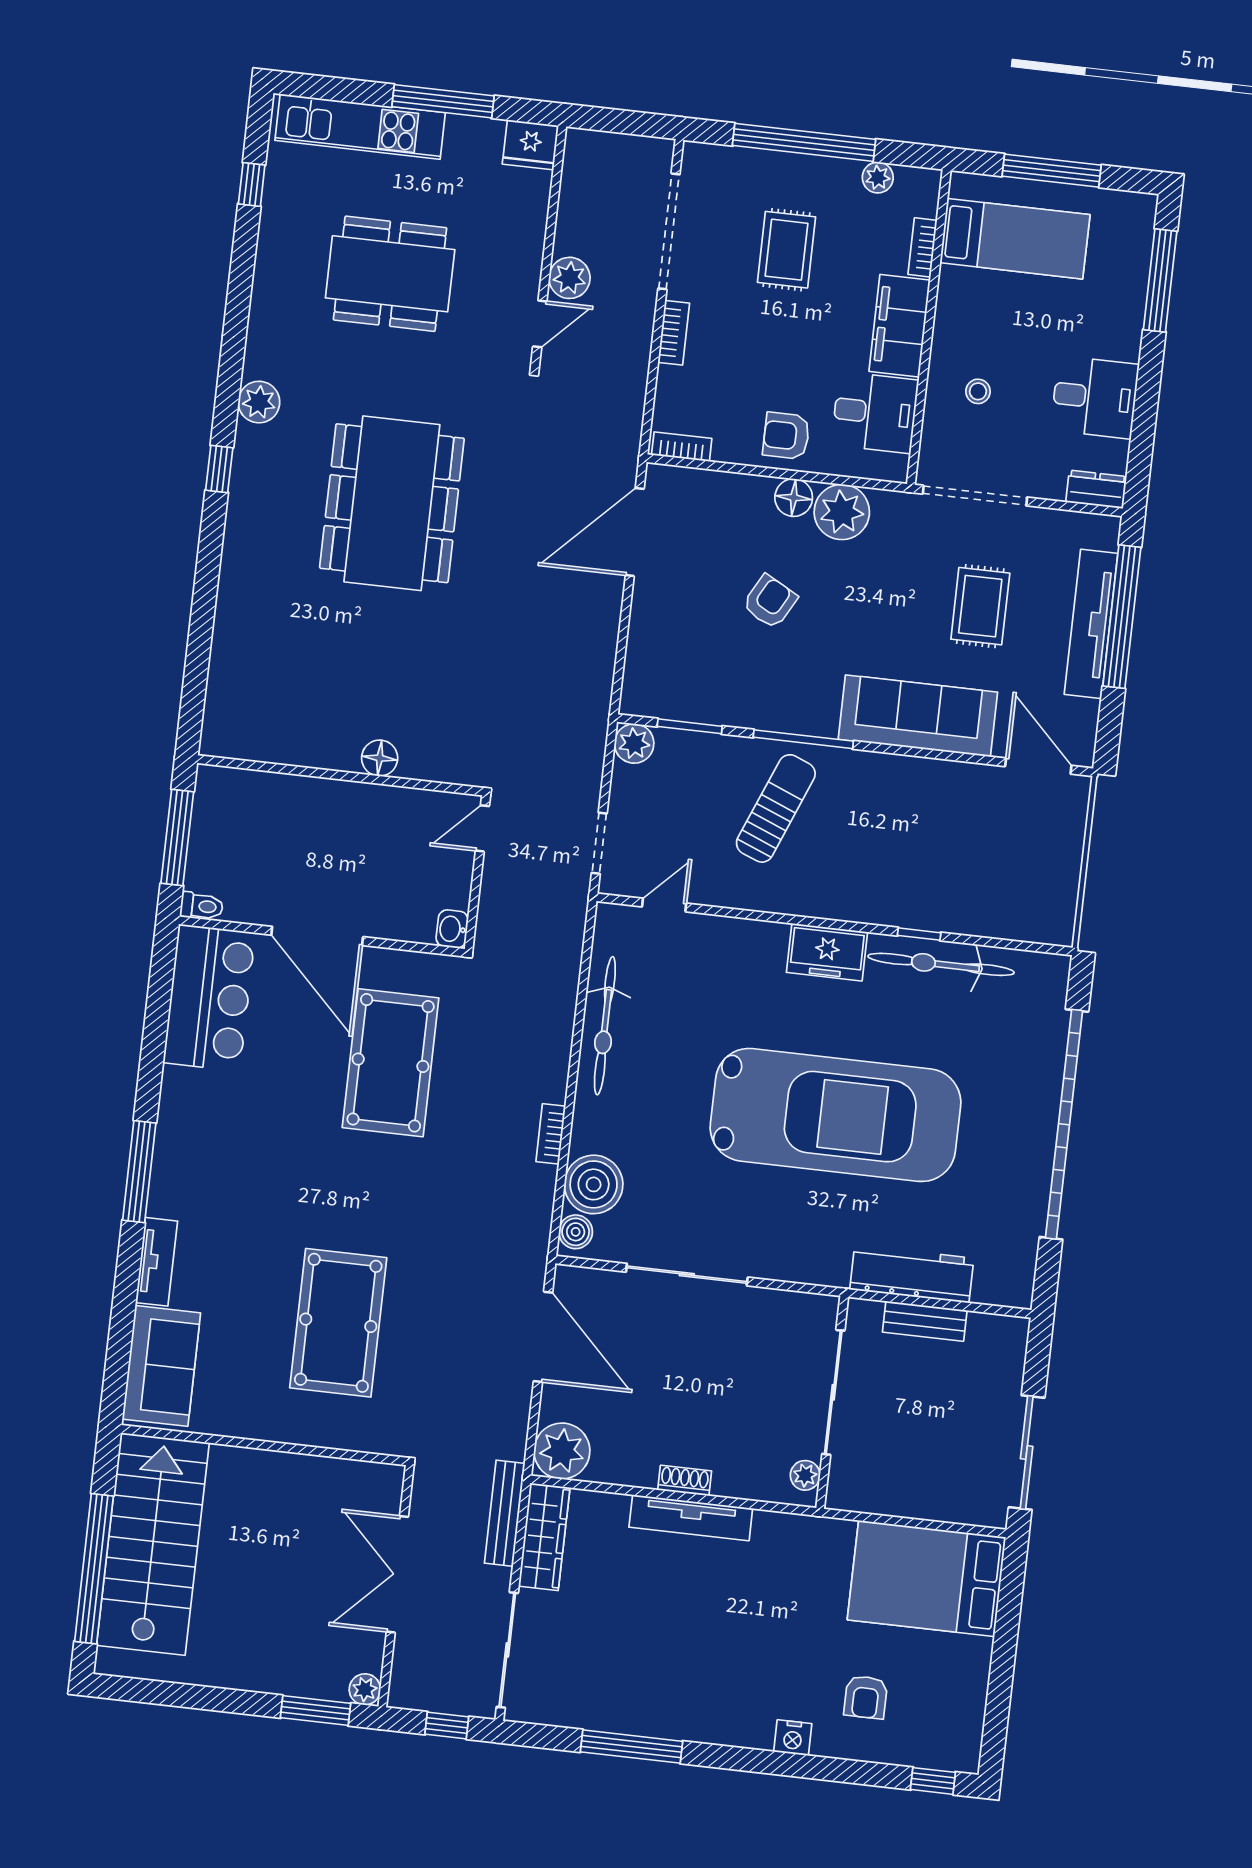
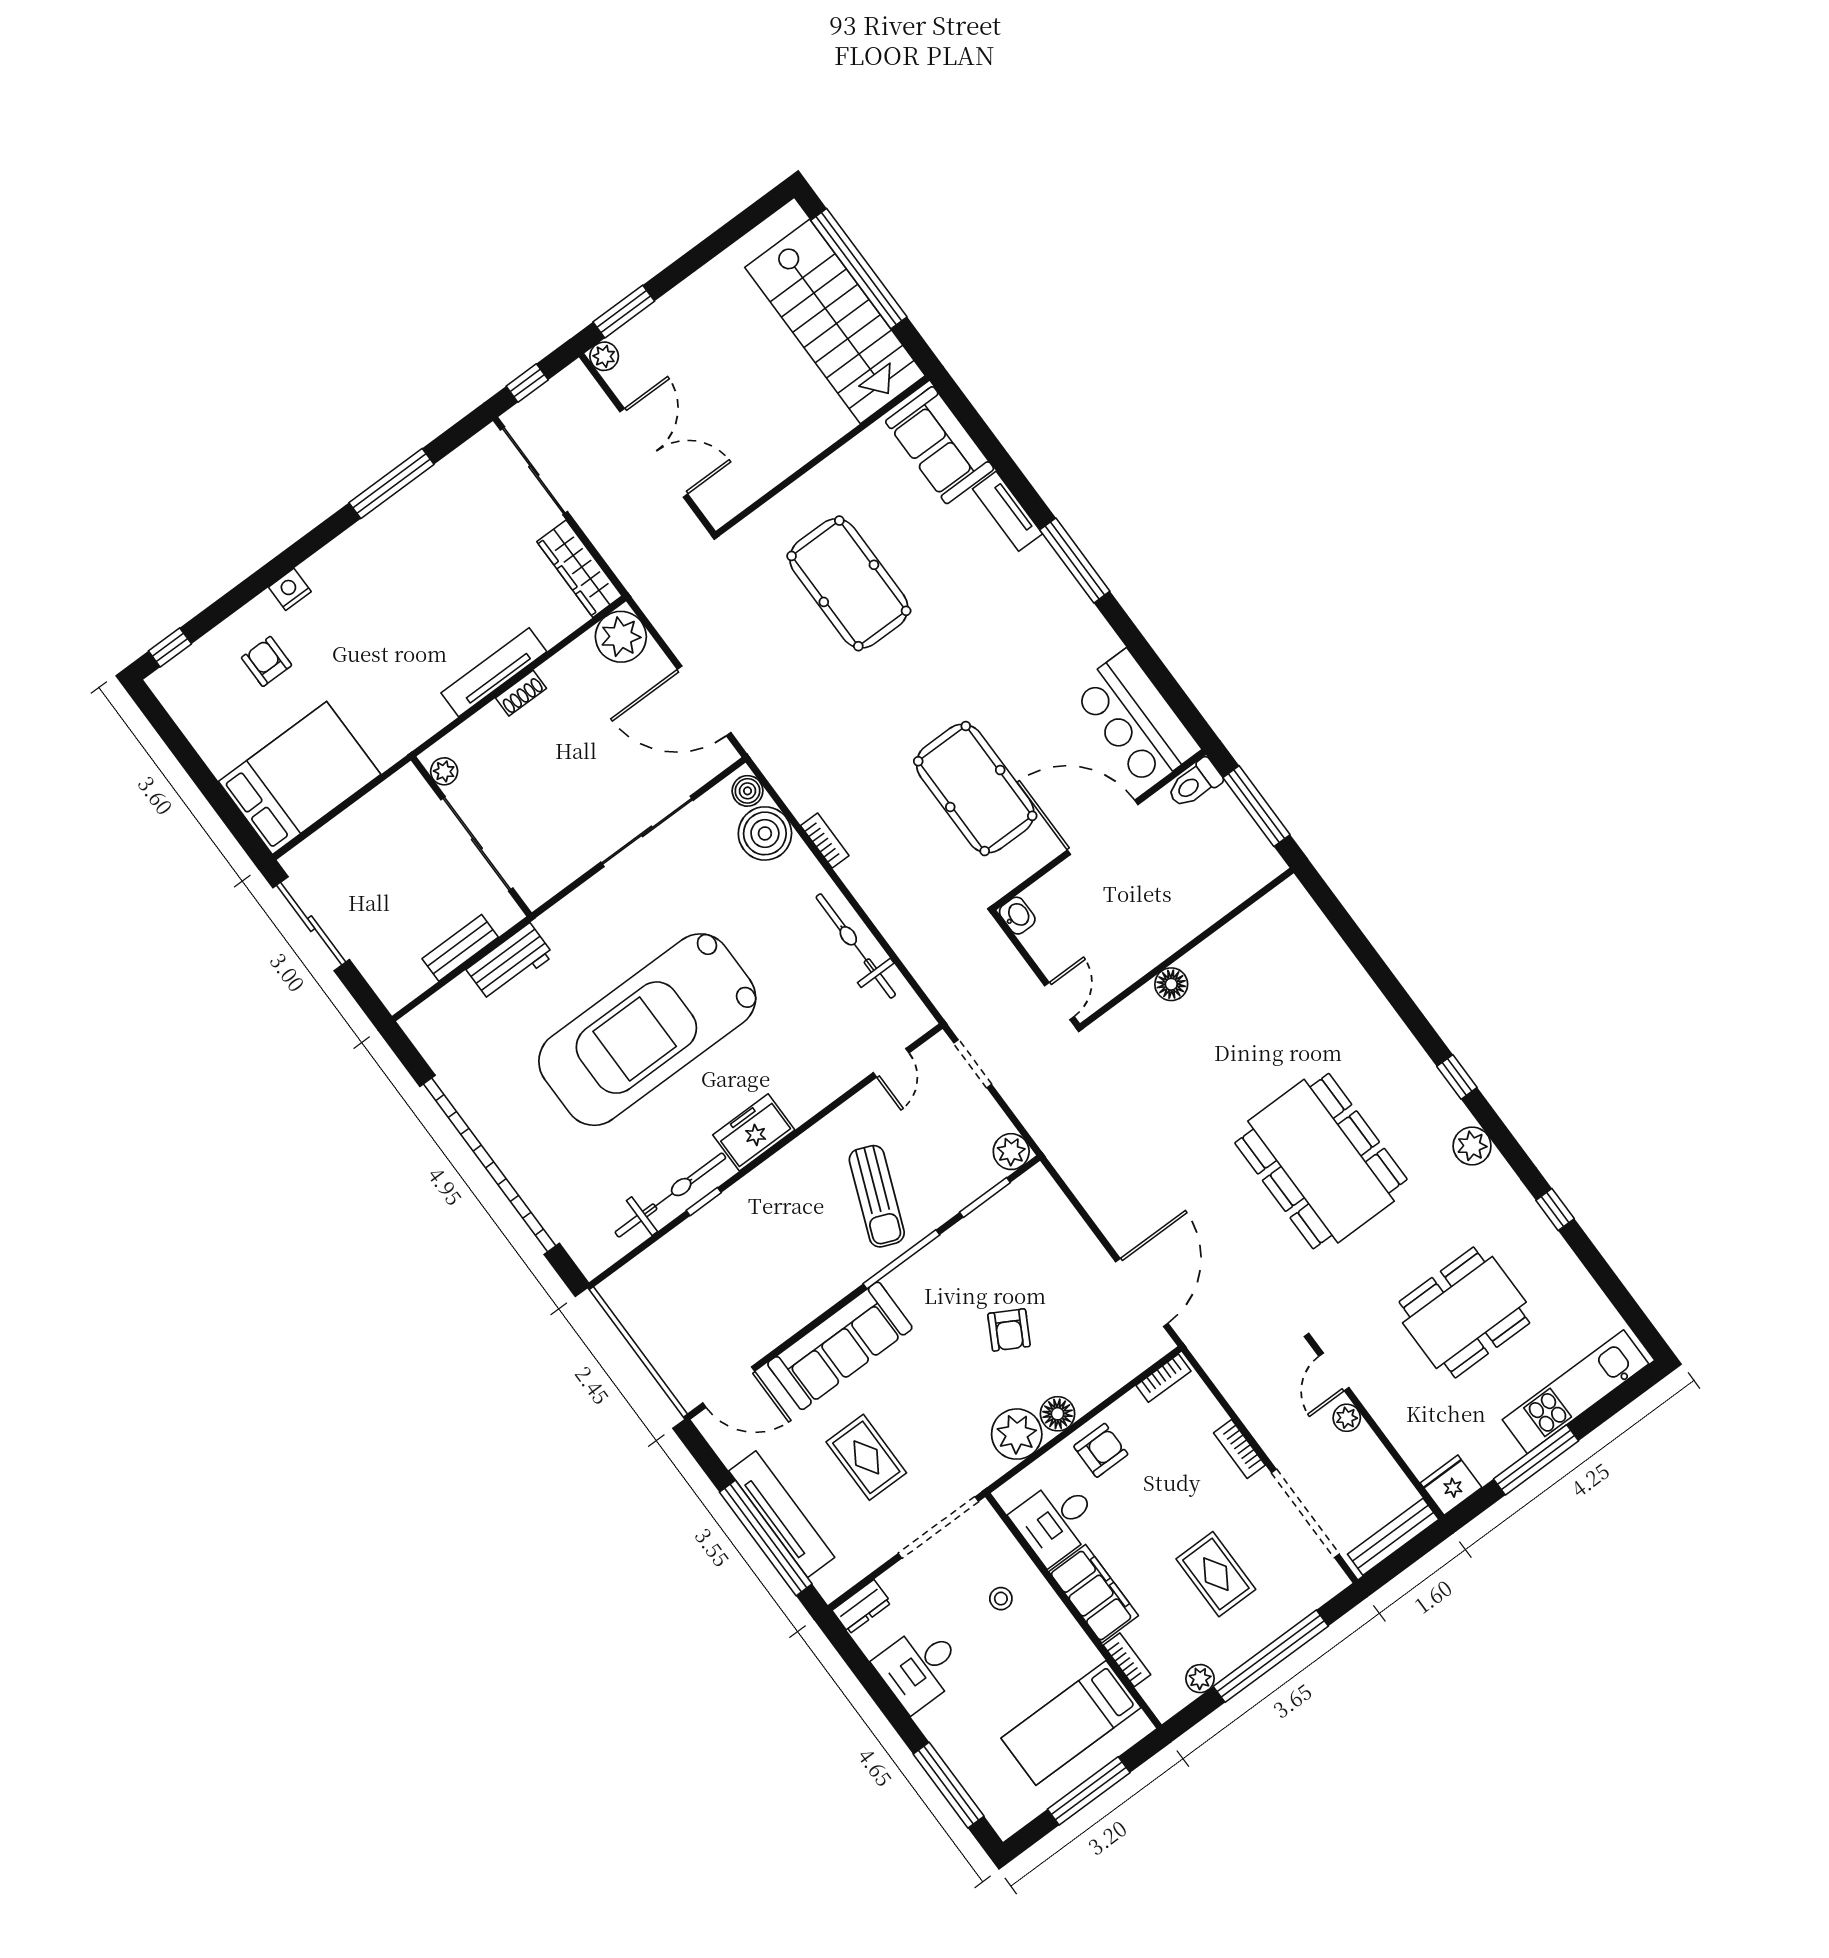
window: (252, 184) -> (1555, 1210), moved
plant: (569, 278) -> (1347, 1418), width x0.73, depth x0.73
toilet: (202, 906) -> (1194, 783), width x1.37, depth x1.39
workbench: (912, 1274) -> (510, 962), width x0.73
bench: (505, 1513) -> (1393, 1537), moved, turned 90

